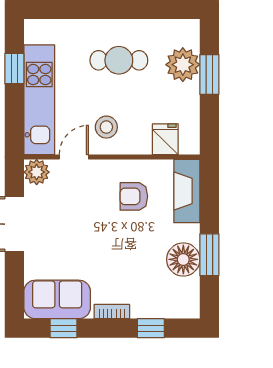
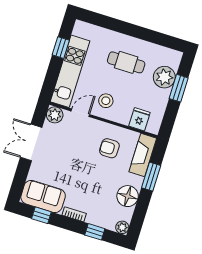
window: (209, 255) -> (151, 177), moved
plant: (190, 309) -> (122, 227), added

